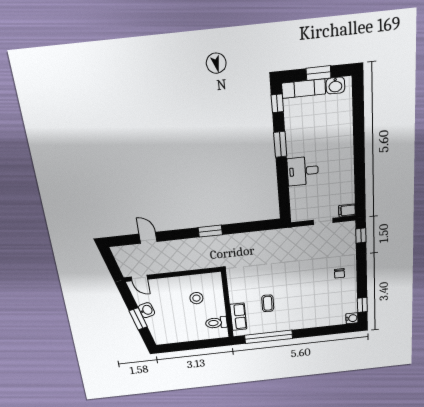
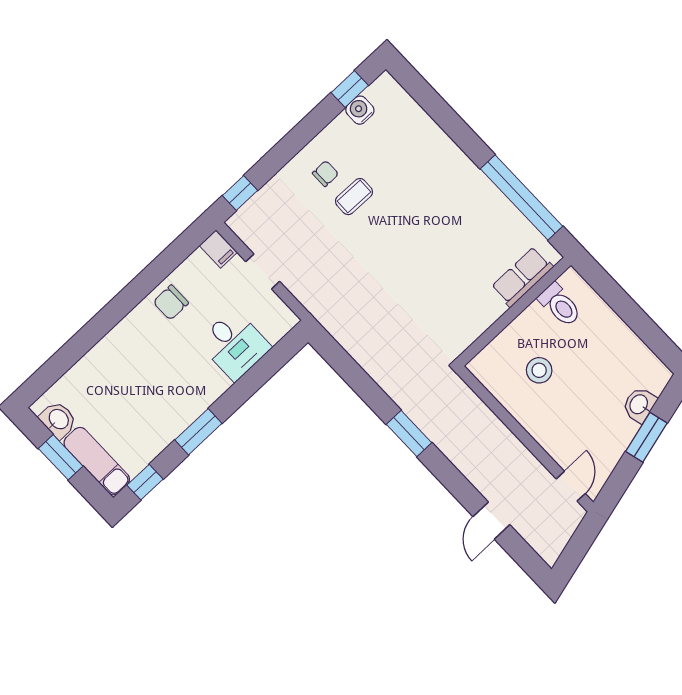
desk: (303, 171) -> (234, 345), moved
chair: (343, 174) -> (171, 302), added
coffee table: (268, 303) -> (354, 197), moved
washbasin: (147, 310) -> (639, 405), moved
water cooler: (352, 318) -> (360, 110), moved

